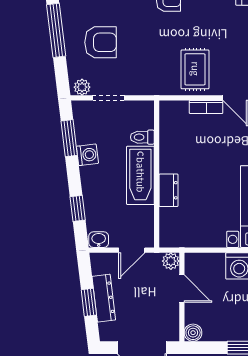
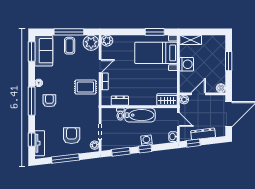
washing machine: (87, 155) -> (146, 140), moved
dresser: (169, 190) -> (120, 101), moved
window: (78, 208) -> (145, 149), moved
wardrobe: (171, 228) -> (167, 100), added
window: (89, 302) -> (193, 143), moved

